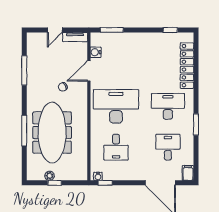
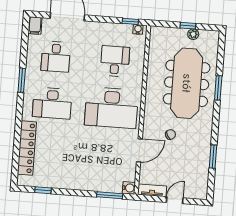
water cooler: (96, 52) -> (129, 188), moved
window: (24, 70) -> (213, 157), width x0.69
window: (24, 131) -> (218, 88), width x0.69

